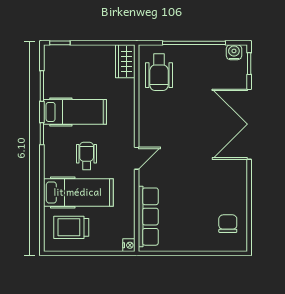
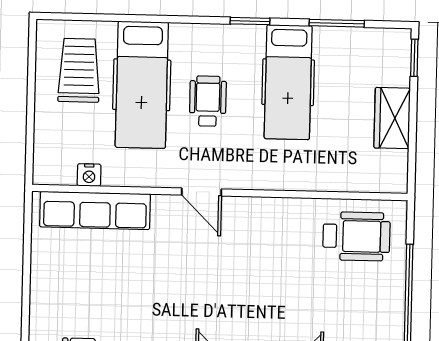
wardrobe: (125, 61) -> (392, 118), moved, turned -90
wheelchair: (159, 72) -> (356, 236), turned 180
wheelchair: (87, 156) -> (208, 101), turned -90
nightstand: (129, 245) -> (89, 175), moved

